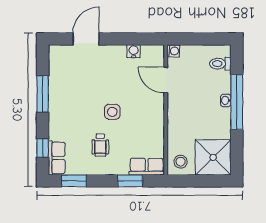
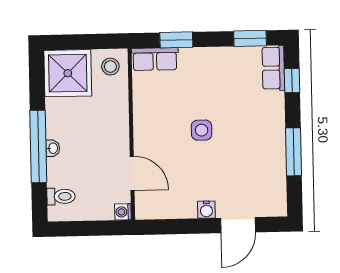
water cooler: (134, 51) -> (206, 210), moved
wheelchair: (100, 145) -> (216, 86), removed

